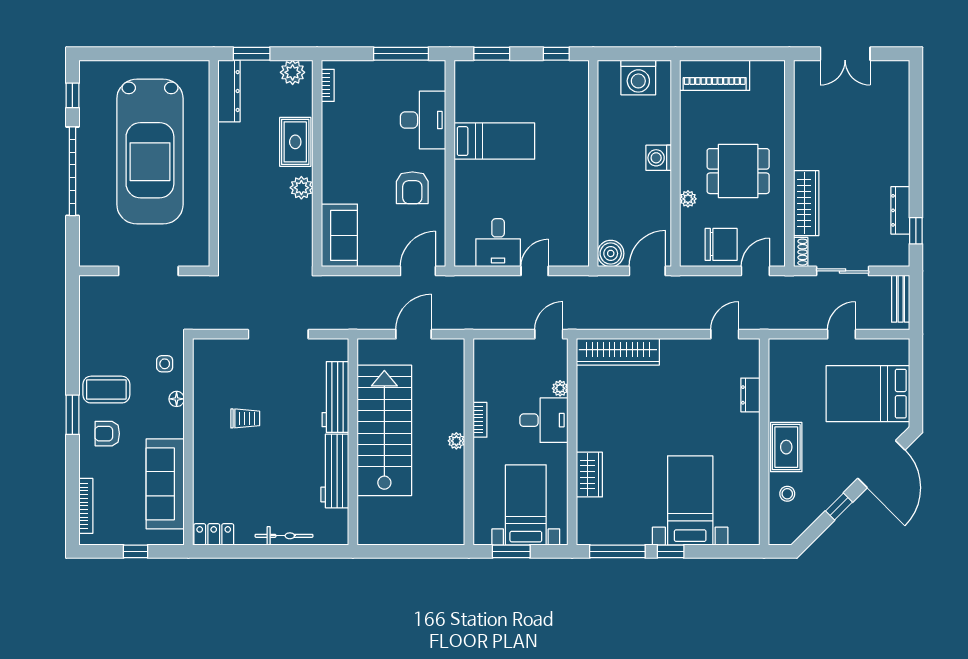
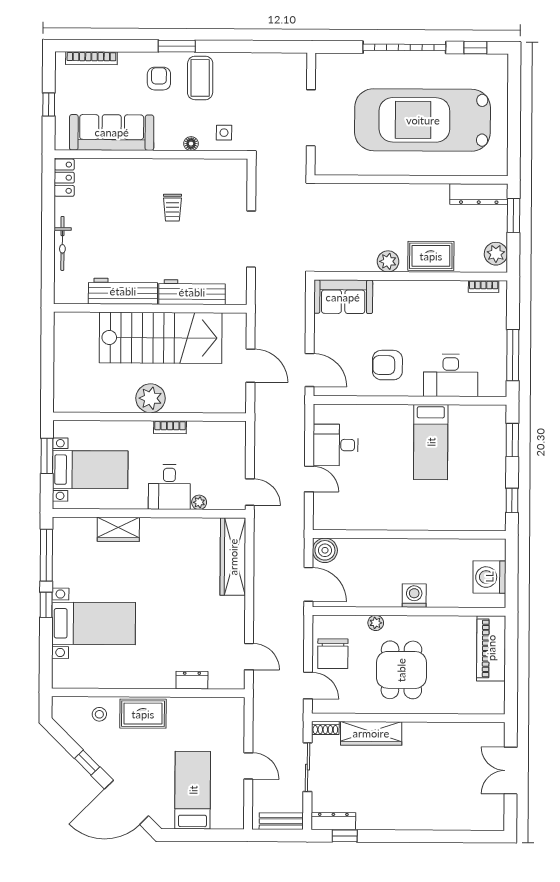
dresser: (900, 210) -> (333, 821), moved
bed: (868, 394) -> (193, 790), width x0.67
plant: (456, 441) -> (150, 398), width x1.88, depth x1.88

